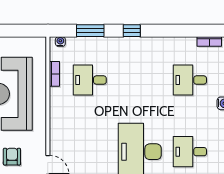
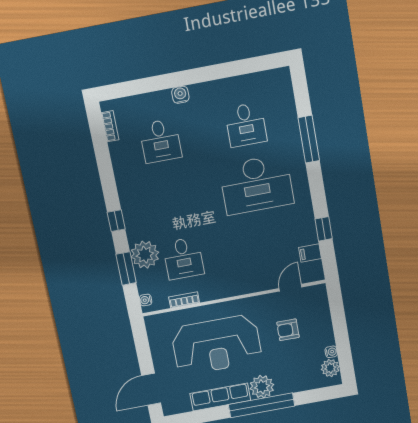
plant: (99, 49) -> (145, 255), added

